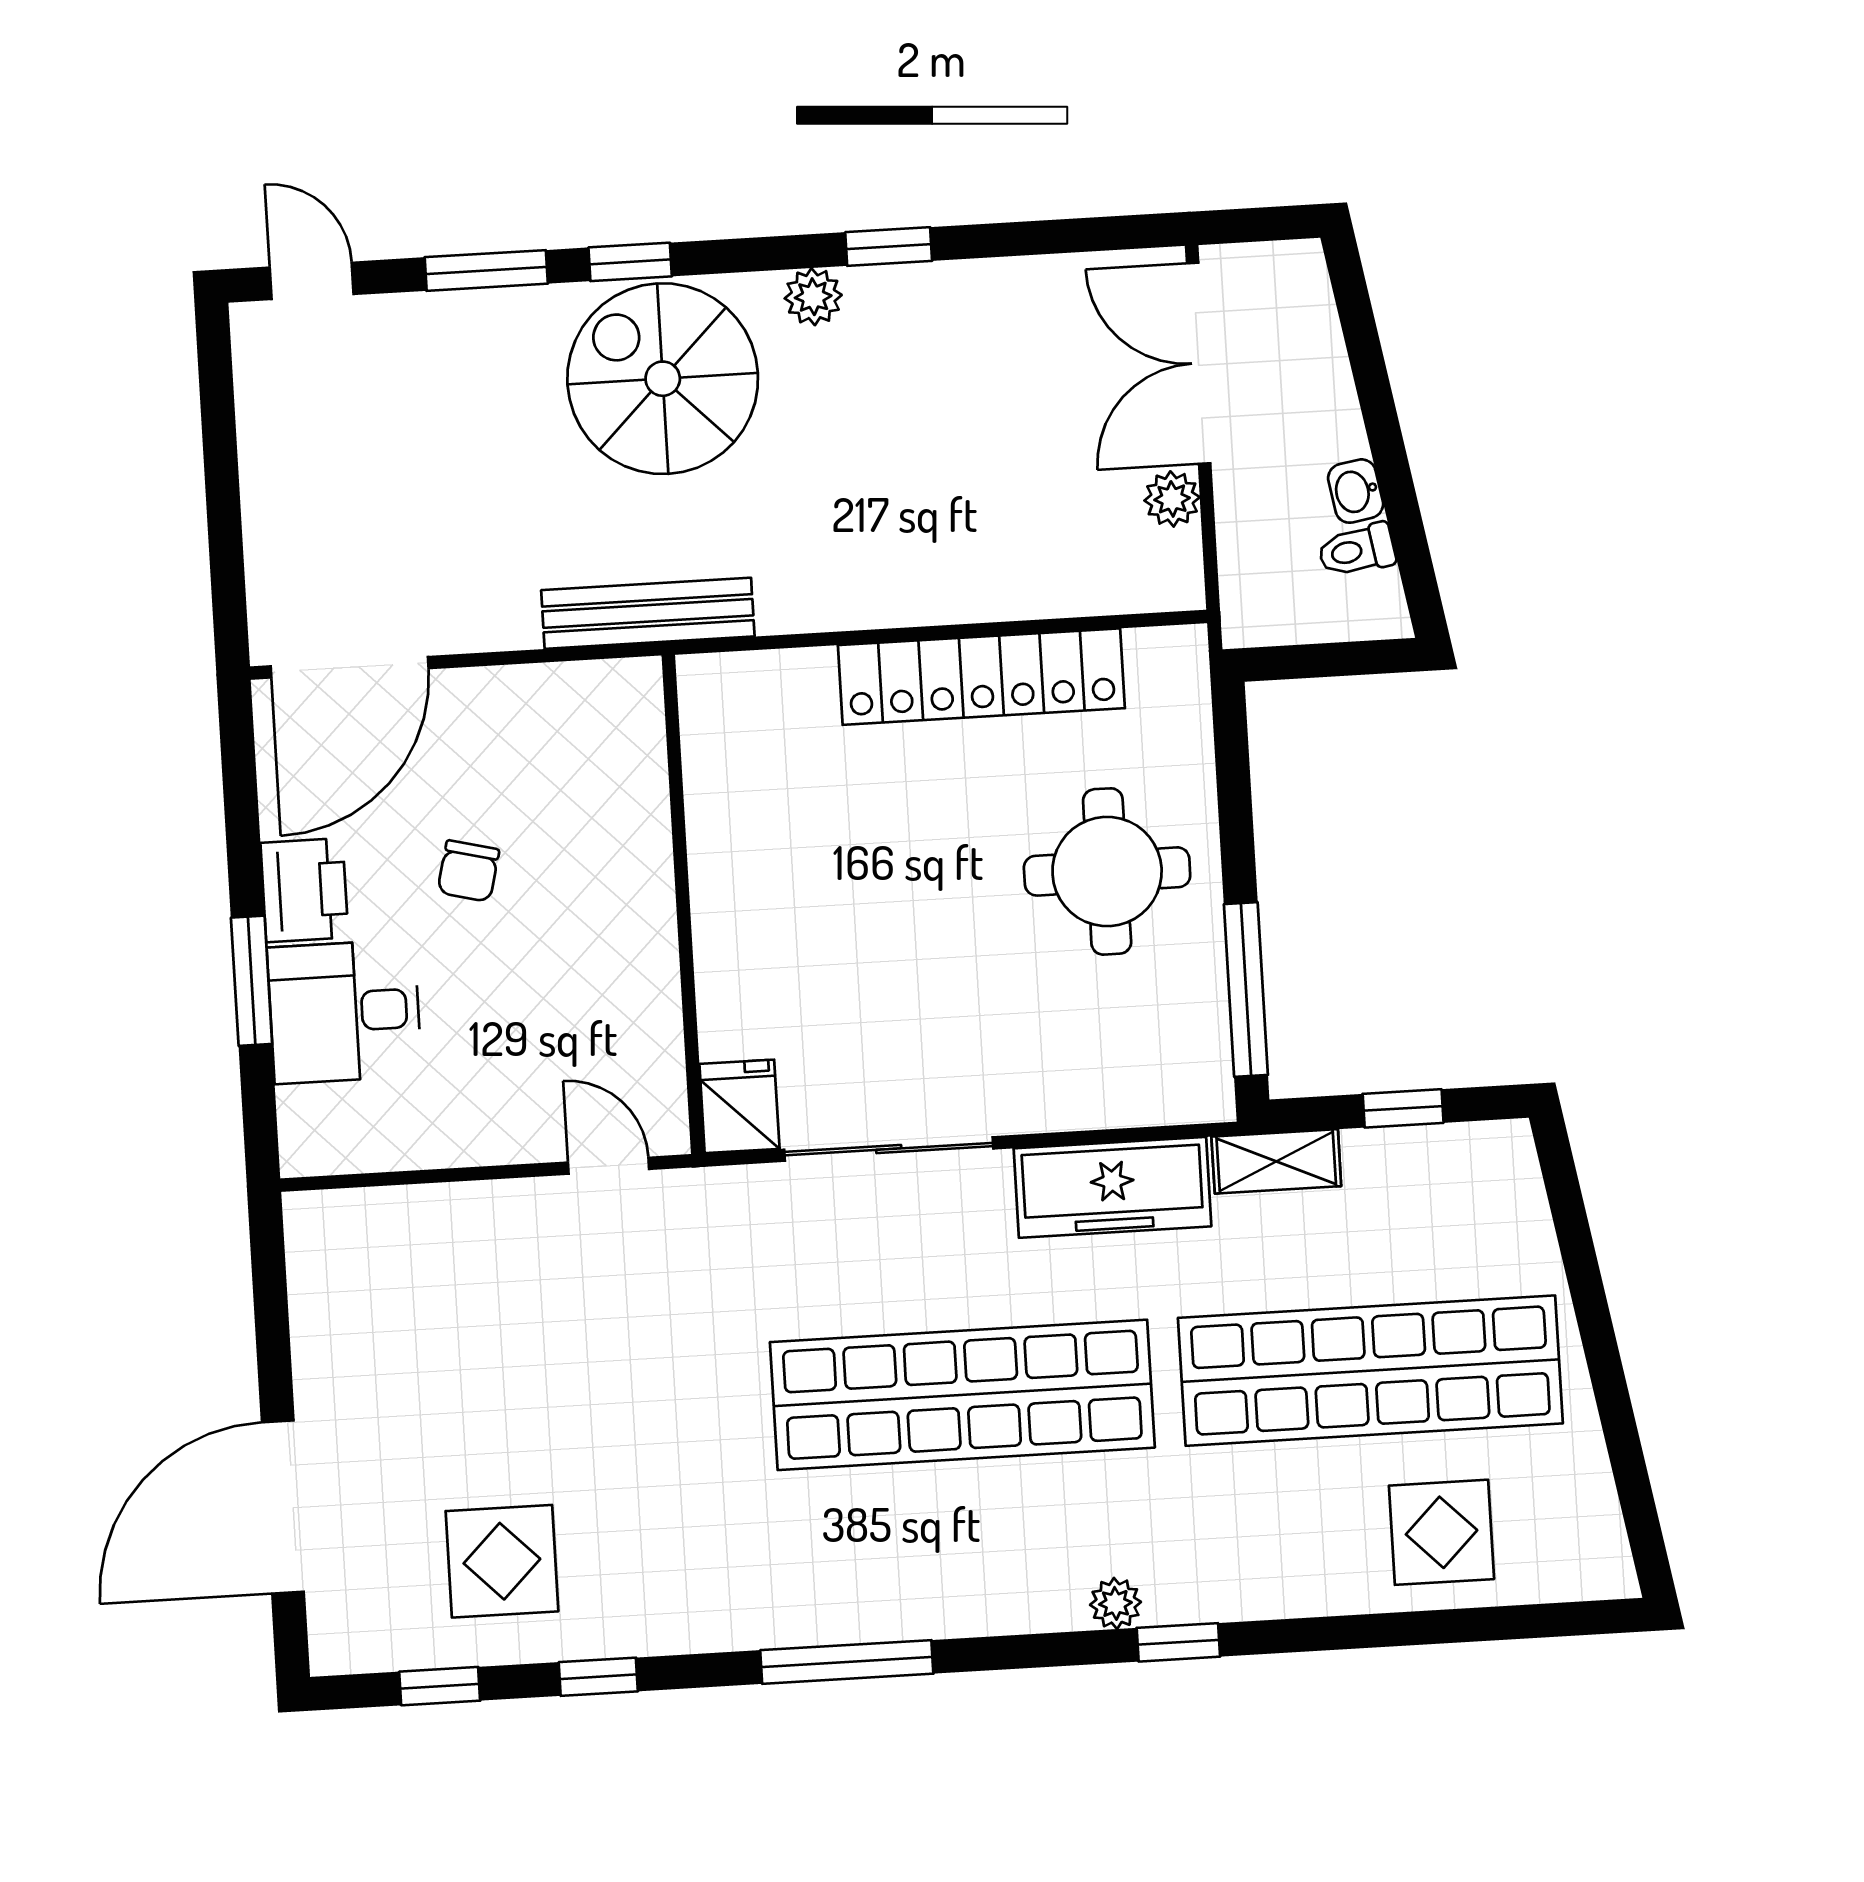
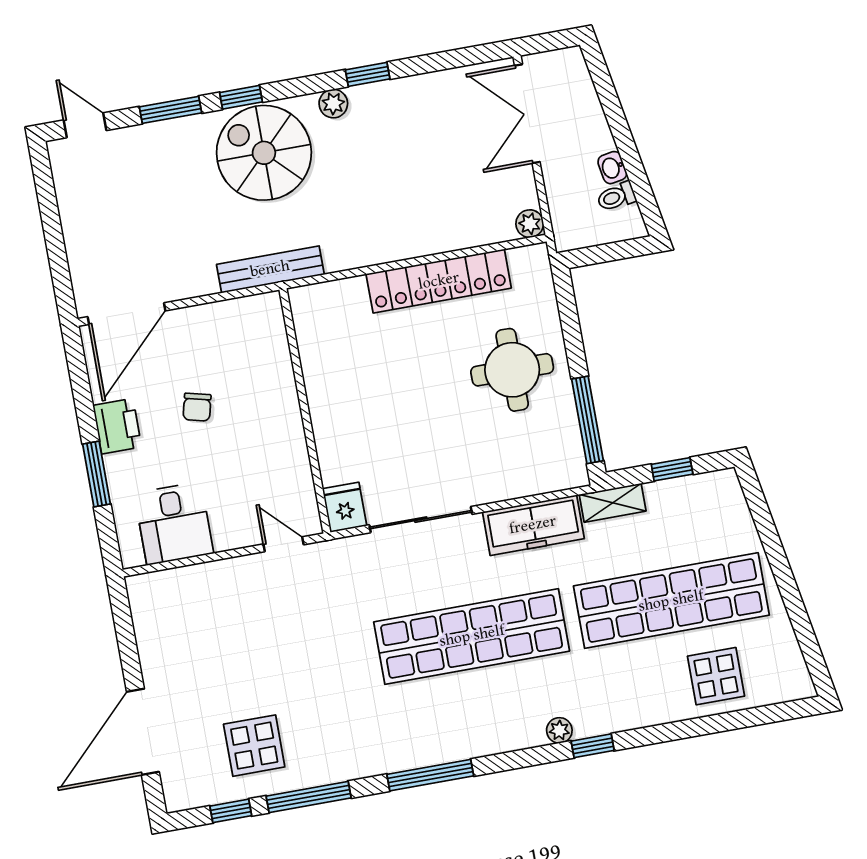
plant: (1172, 499) -> (530, 224), moved
desk: (344, 1012) -> (174, 523), moved, turned -90
window: (598, 1677) -> (309, 797), width x2.17

